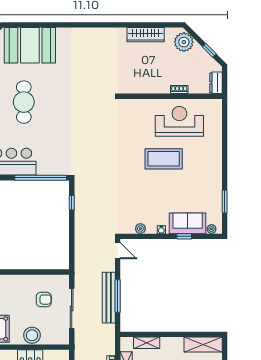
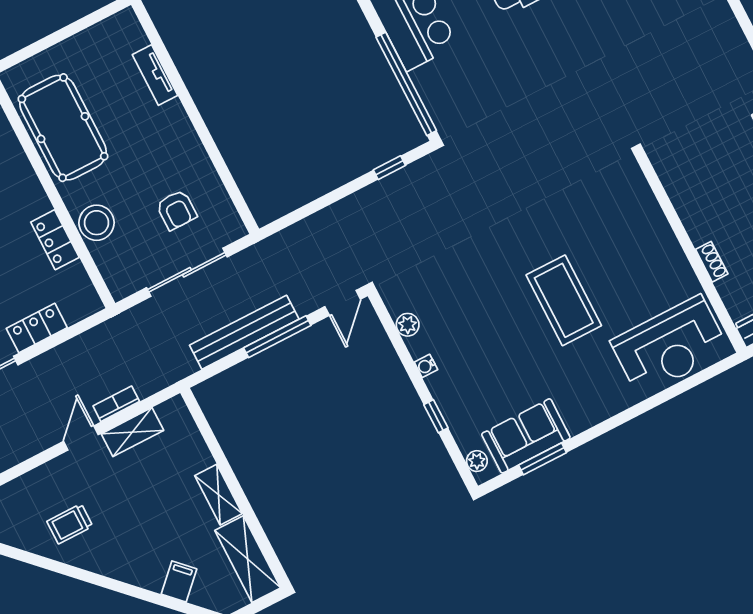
reception desk: (179, 121) -> (670, 346), moved, turned 90
sofa: (188, 223) -> (526, 436), moved, turned -90
window: (118, 296) -> (277, 337), moved
shelving: (147, 343) -> (219, 495), moved

